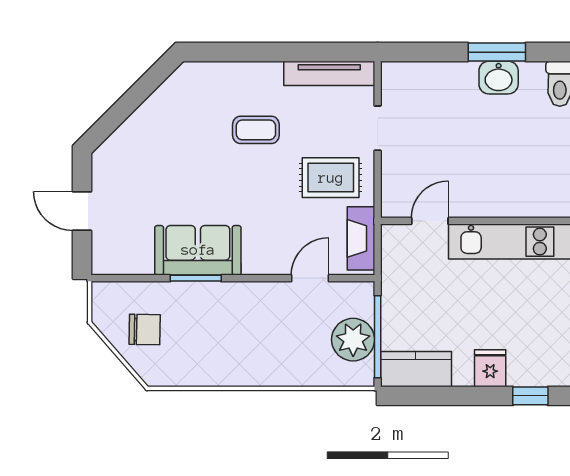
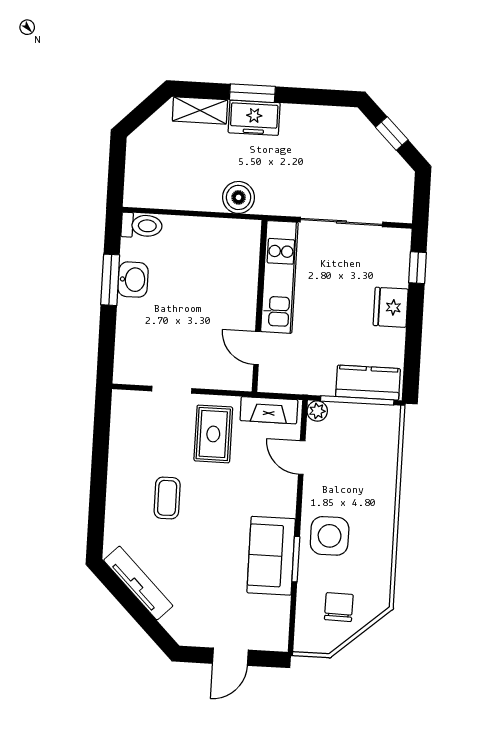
tv unit: (329, 73) -> (138, 583), moved, turned -45
side table: (224, 314) -> (330, 536), added
plant: (353, 340) -> (317, 411), moved, width x0.53, depth x0.53
fridge: (490, 368) -> (391, 307), width x1.38
kitchen counter: (416, 369) -> (368, 383), moved, turned 90

